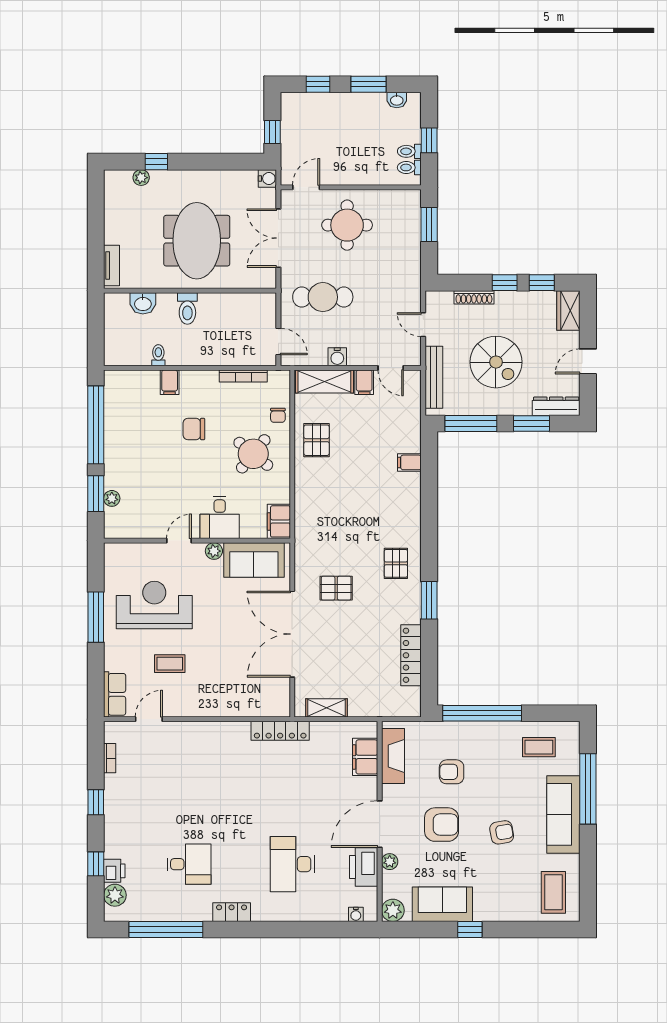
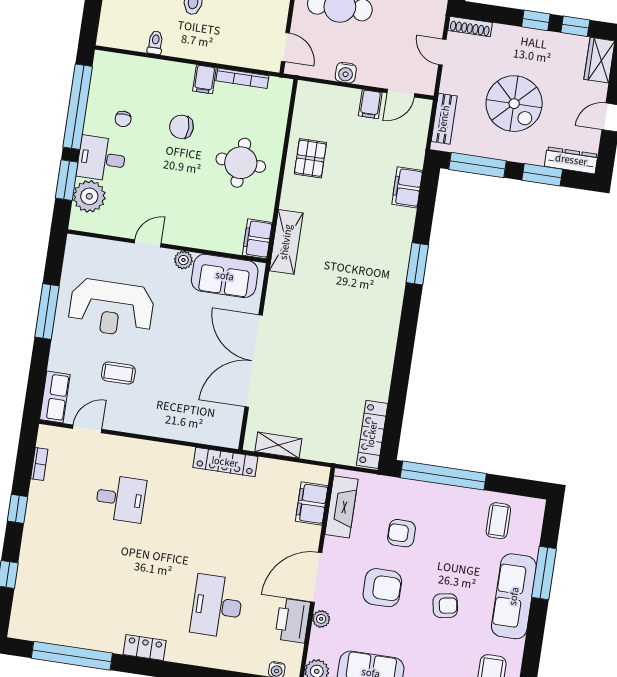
shoe rack: (474, 297) -> (470, 27), moved
door: (391, 368) -> (401, 93), hinge flipped
bench: (434, 377) -> (444, 119), width x0.73
shelving: (324, 381) -> (286, 242), moved, turned 90
filing cabinet: (170, 382) -> (204, 79), moved
chair: (278, 415) -> (123, 119), moved
round table: (253, 454) -> (241, 163), turned -36
filing cabinet: (409, 462) -> (407, 187), width x2.00
plant: (112, 498) -> (89, 196), width x1.88, depth x1.88
desk: (220, 517) -> (102, 159), moved, turned 90
pallet: (396, 563) -> (375, 302), removed
pallet: (336, 588) -> (308, 319), removed
window: (429, 600) -> (417, 264), moved
reception desk: (154, 605) -> (111, 308), turned 180
locker: (411, 655) -> (372, 434), moved
coffee table: (539, 747) -> (498, 521), turned 90
window: (588, 789) -> (544, 573), width x0.68
desk: (189, 864) -> (121, 499), moved
printer: (114, 871) -> (26, 585), removed
plant: (115, 895) -> (23, 611), removed

